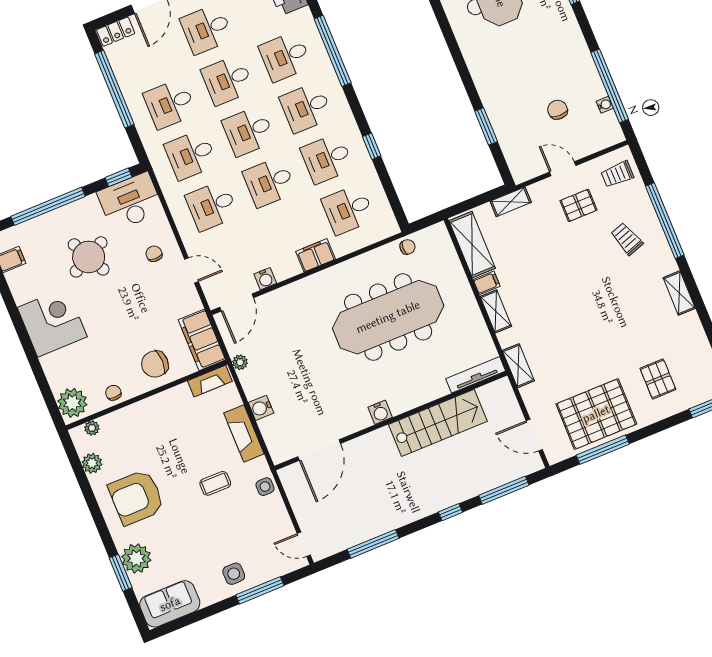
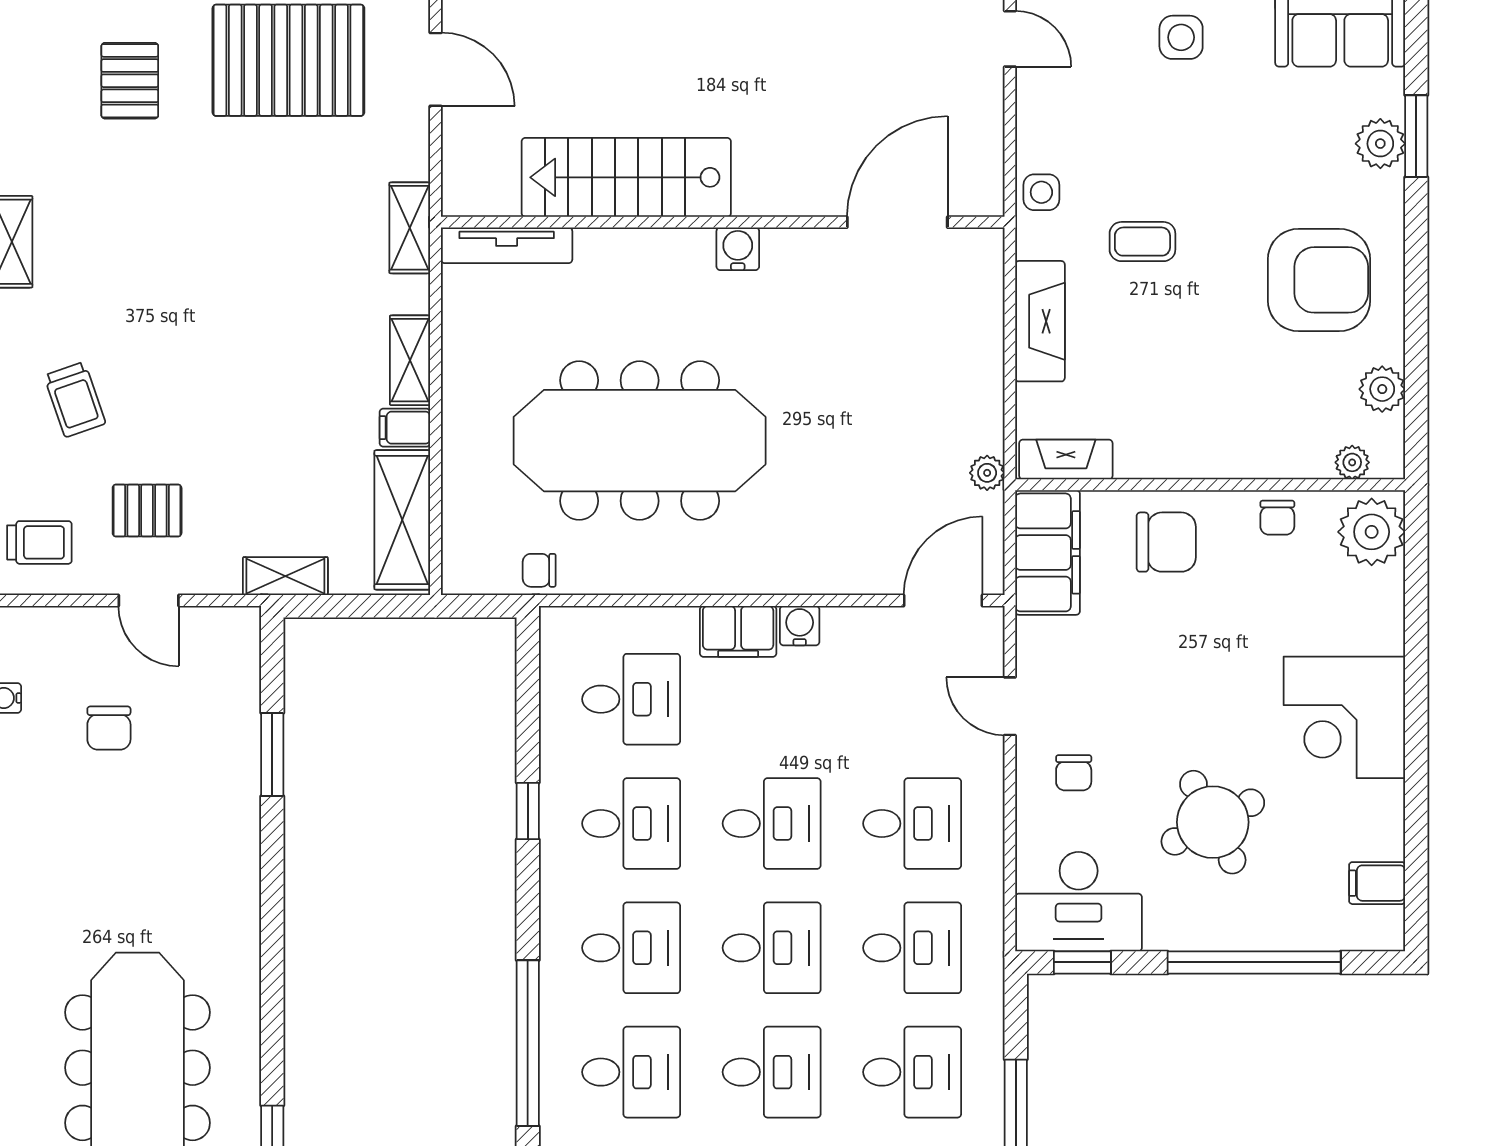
water cooler: (265, 279) -> (800, 626), moved
water cooler: (261, 408) -> (982, 360), removed
plant: (136, 558) -> (1380, 144), width x0.73, depth x0.73

